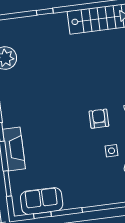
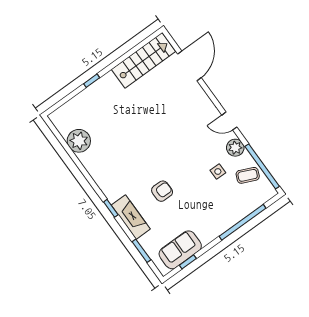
armchair: (99, 119) -> (162, 191), moved, turned 90

